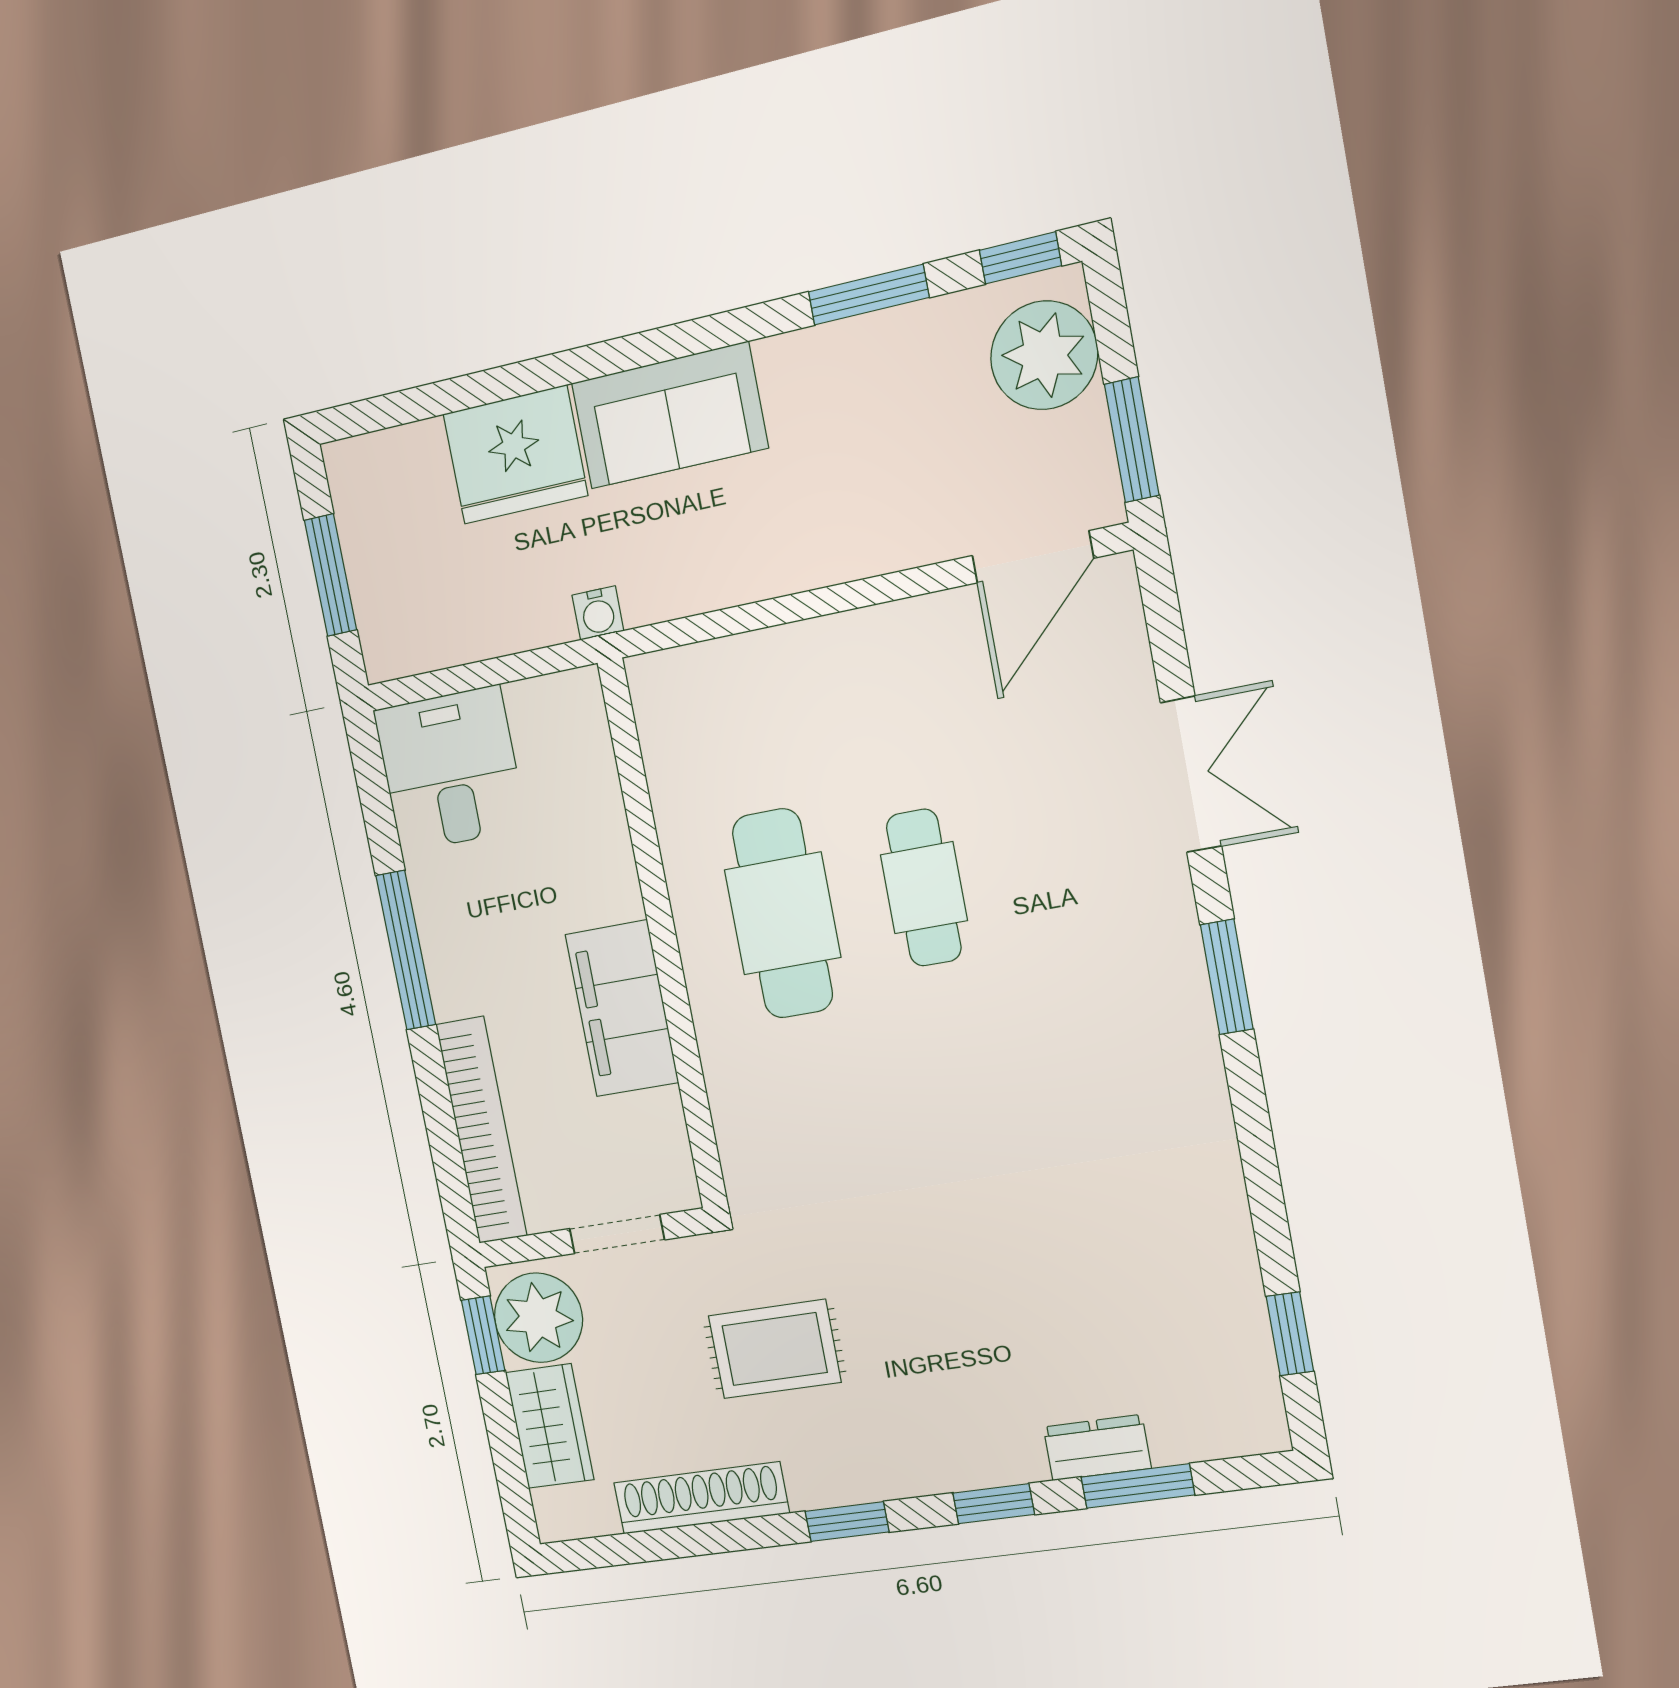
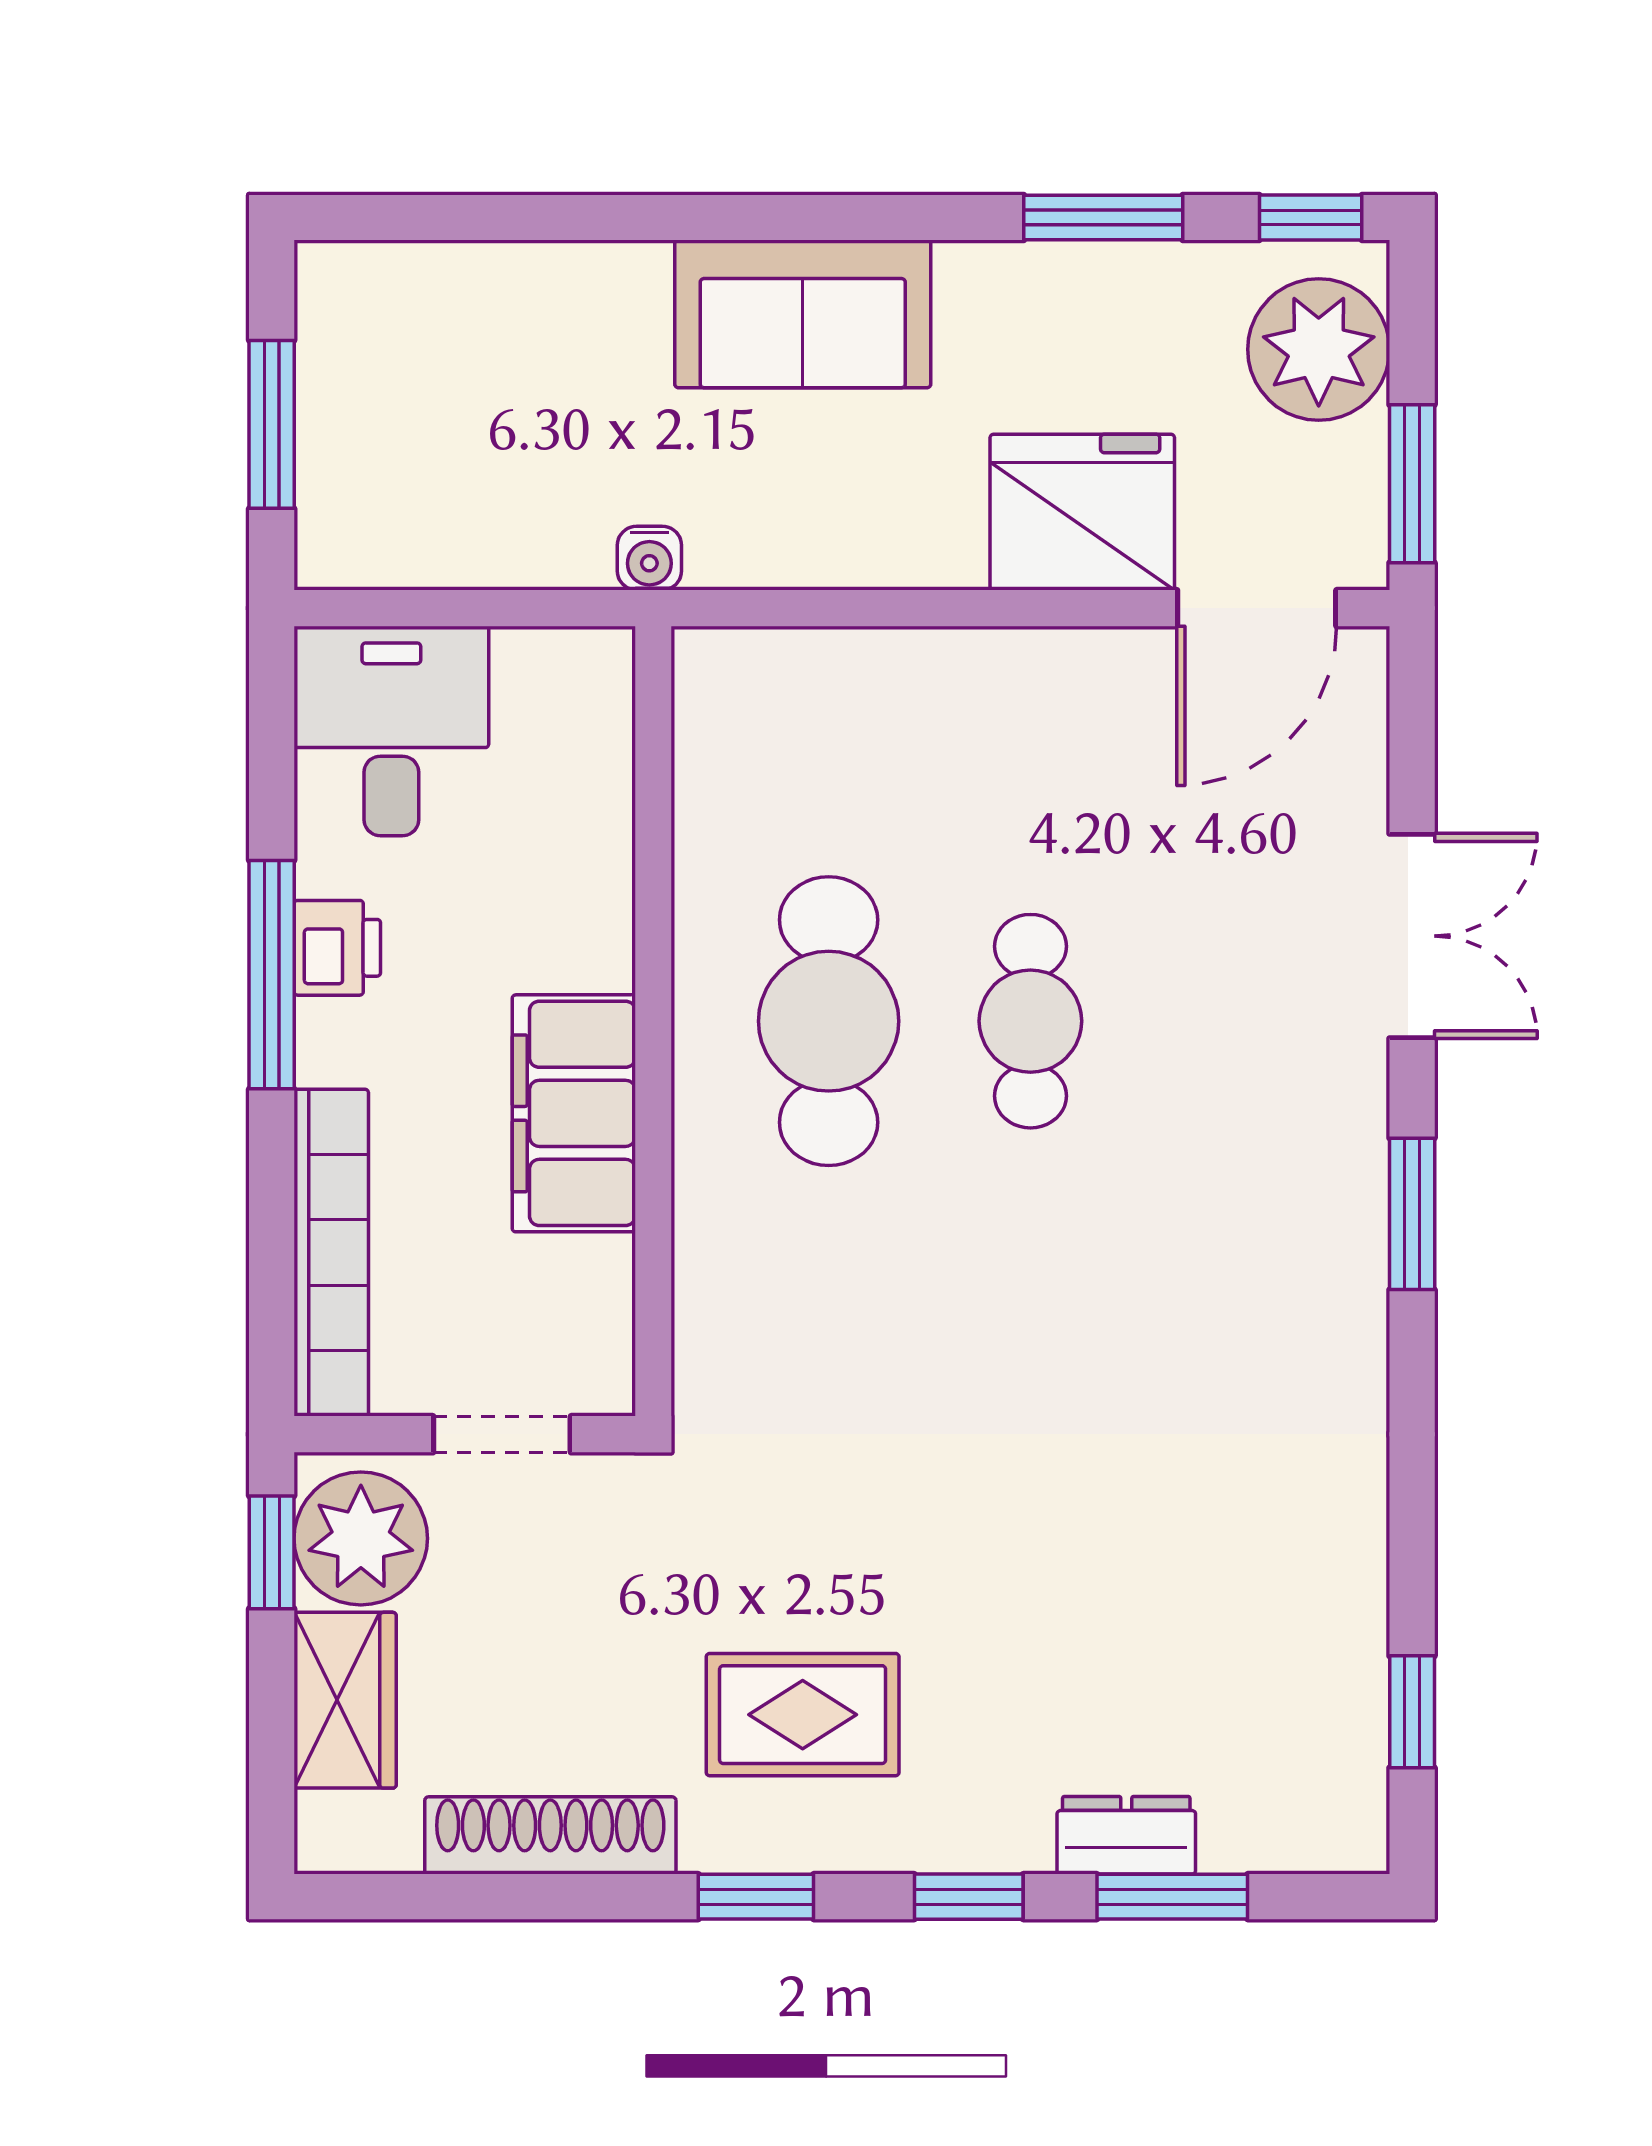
fridge: (515, 455) -> (1082, 512), moved, turned 180
printer: (444, 924) -> (337, 948), added
rug: (775, 1349) -> (803, 1715), moved

